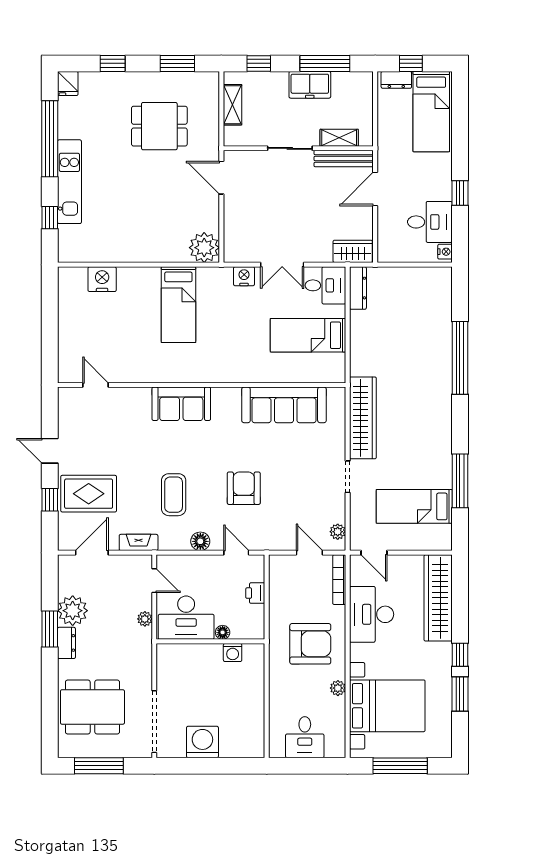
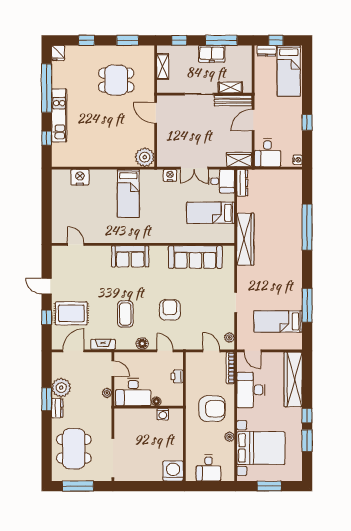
desk: (430, 222) -> (268, 153), moved, turned 90
wardrobe: (363, 418) -> (245, 239), moved
dining table: (92, 707) -> (74, 449), turned 90
washing machine: (202, 742) -> (173, 471), moved
window: (400, 766) -> (269, 486), width x0.69

